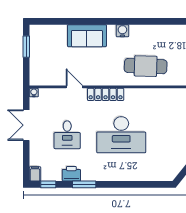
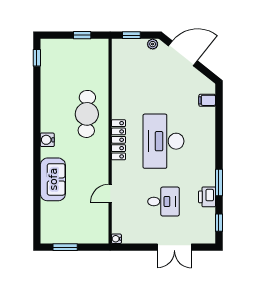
locker: (106, 94) -> (118, 140), moved
double door: (26, 125) -> (174, 247), moved
desk: (121, 135) -> (163, 141), turned 180
filing cabinet: (35, 174) -> (207, 100), moved

